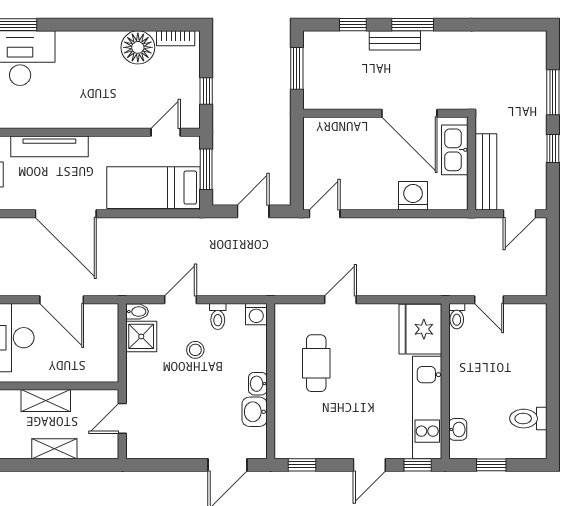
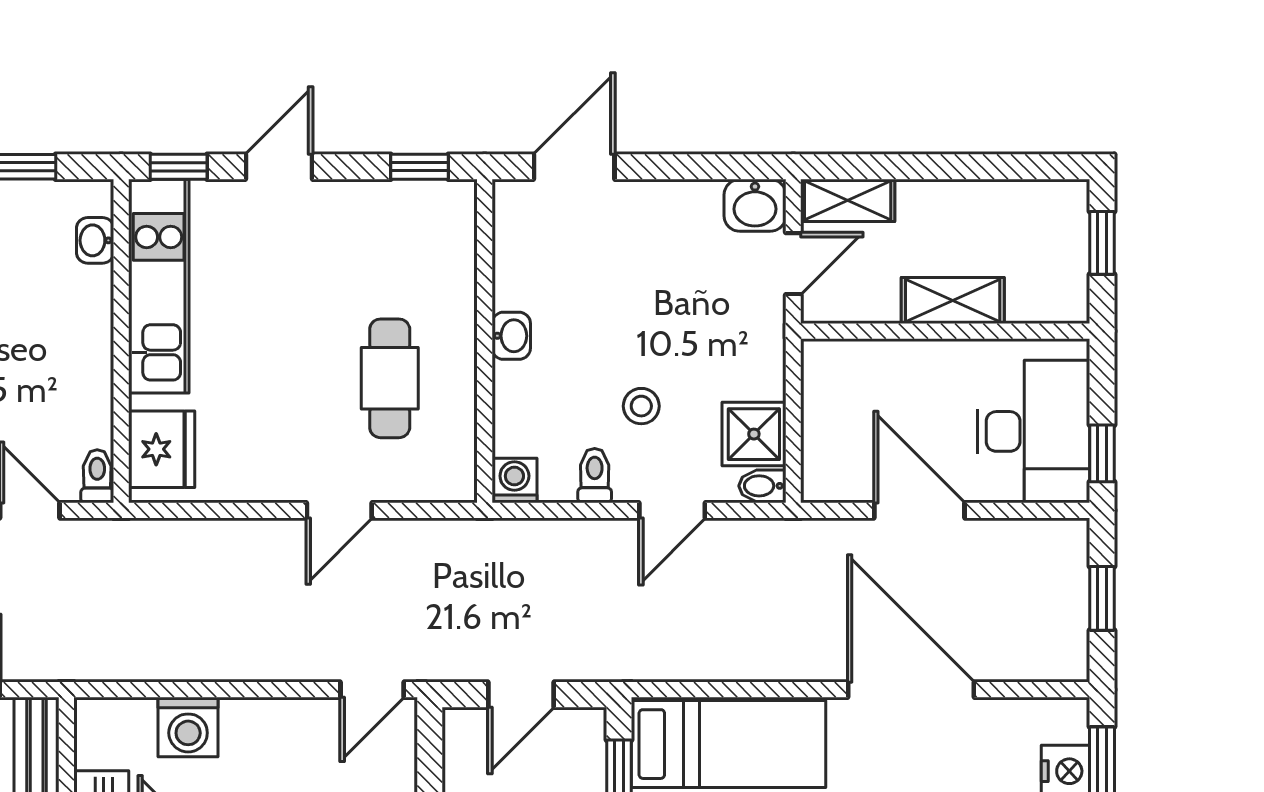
fridge: (420, 329) -> (162, 449), width x0.73, depth x0.75
washbasin: (255, 412) -> (755, 205), moved, turned 90
shelving: (54, 449) -> (848, 200), moved

